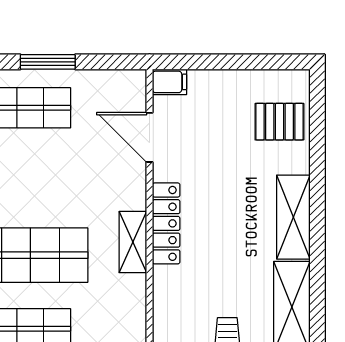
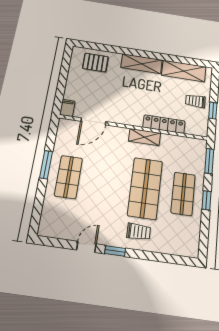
pallet: (279, 122) -> (95, 63), turned 90
locker: (166, 223) -> (164, 124), moved

